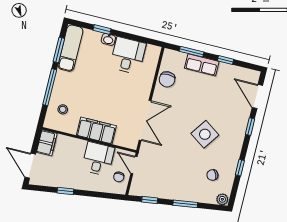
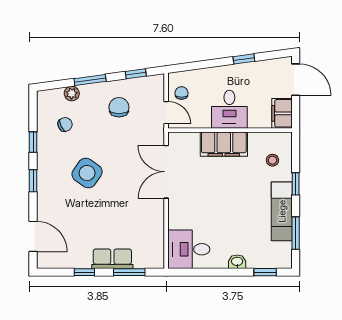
window: (102, 29) -> (265, 272), moved
exam couch: (70, 48) -> (282, 211), moved
desk: (128, 55) -> (189, 249), moved, turned 90
chair: (167, 79) -> (119, 107), moved
window: (50, 87) -> (296, 184), width x0.46
window: (250, 127) -> (33, 181), moved
desk: (98, 159) -> (229, 109), moved
plant: (222, 199) -> (72, 94), moved

